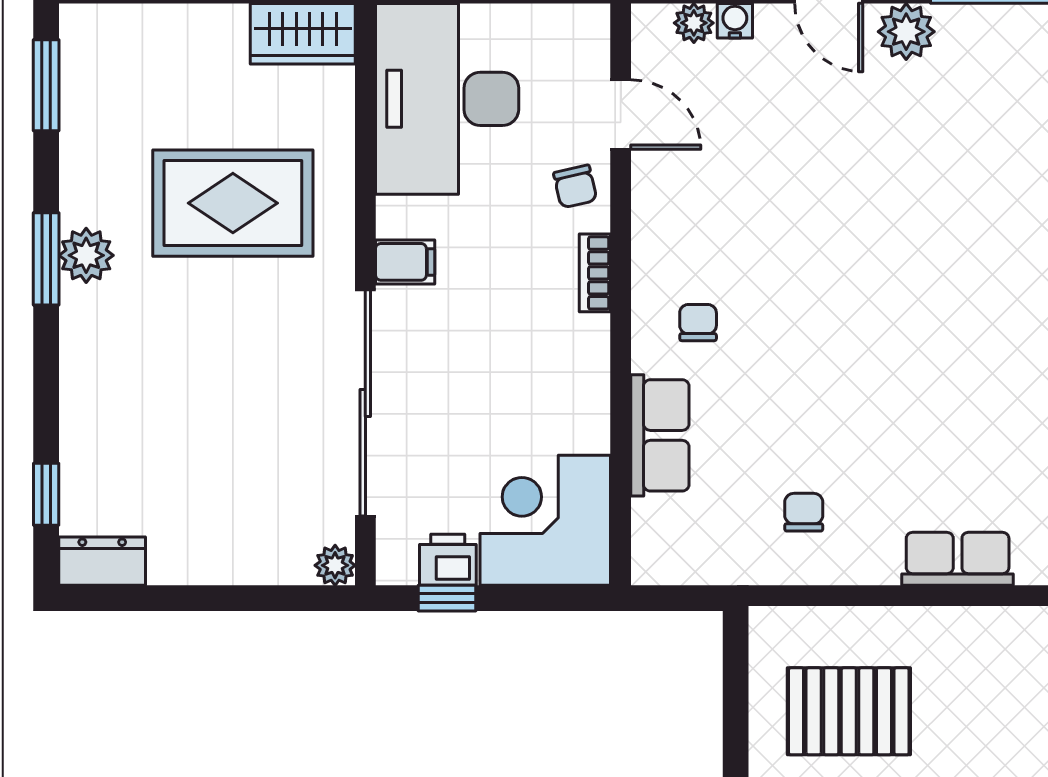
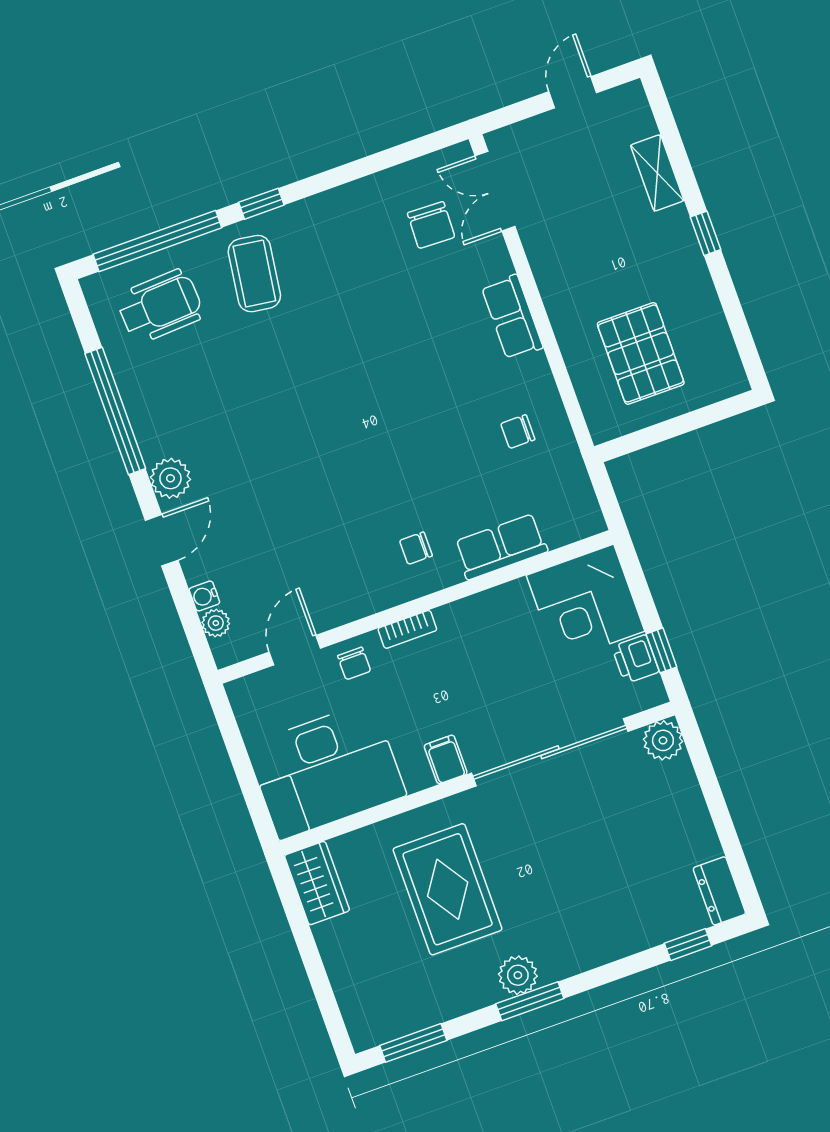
chair: (575, 186) -> (354, 663), turned 103
plant: (335, 565) -> (663, 740), width x1.38, depth x1.38

